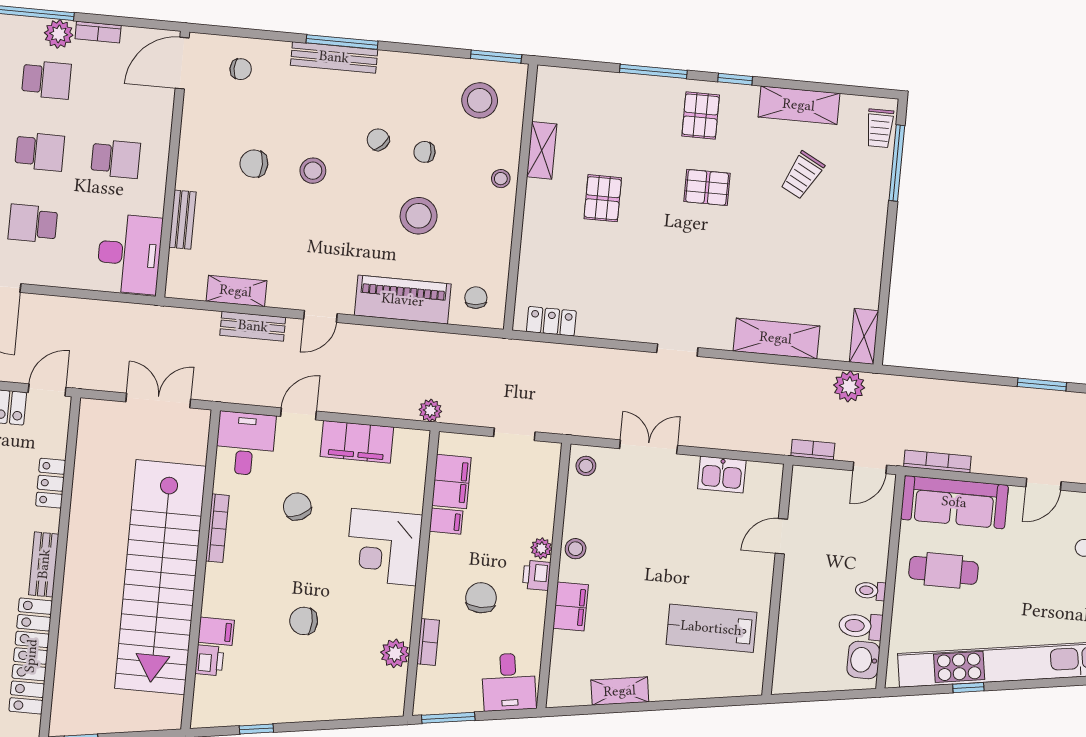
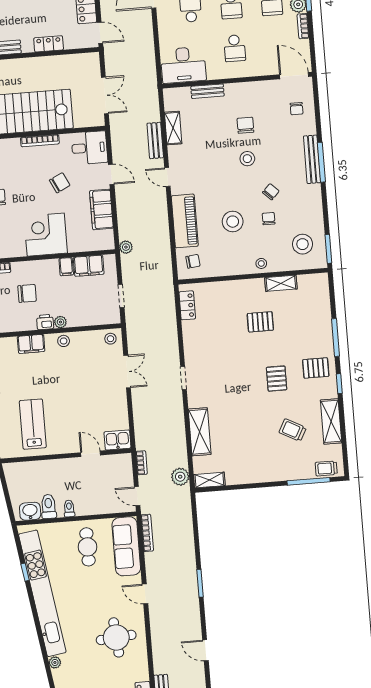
kitchen sink: (722, 475) -> (117, 440), moved, turned 90

